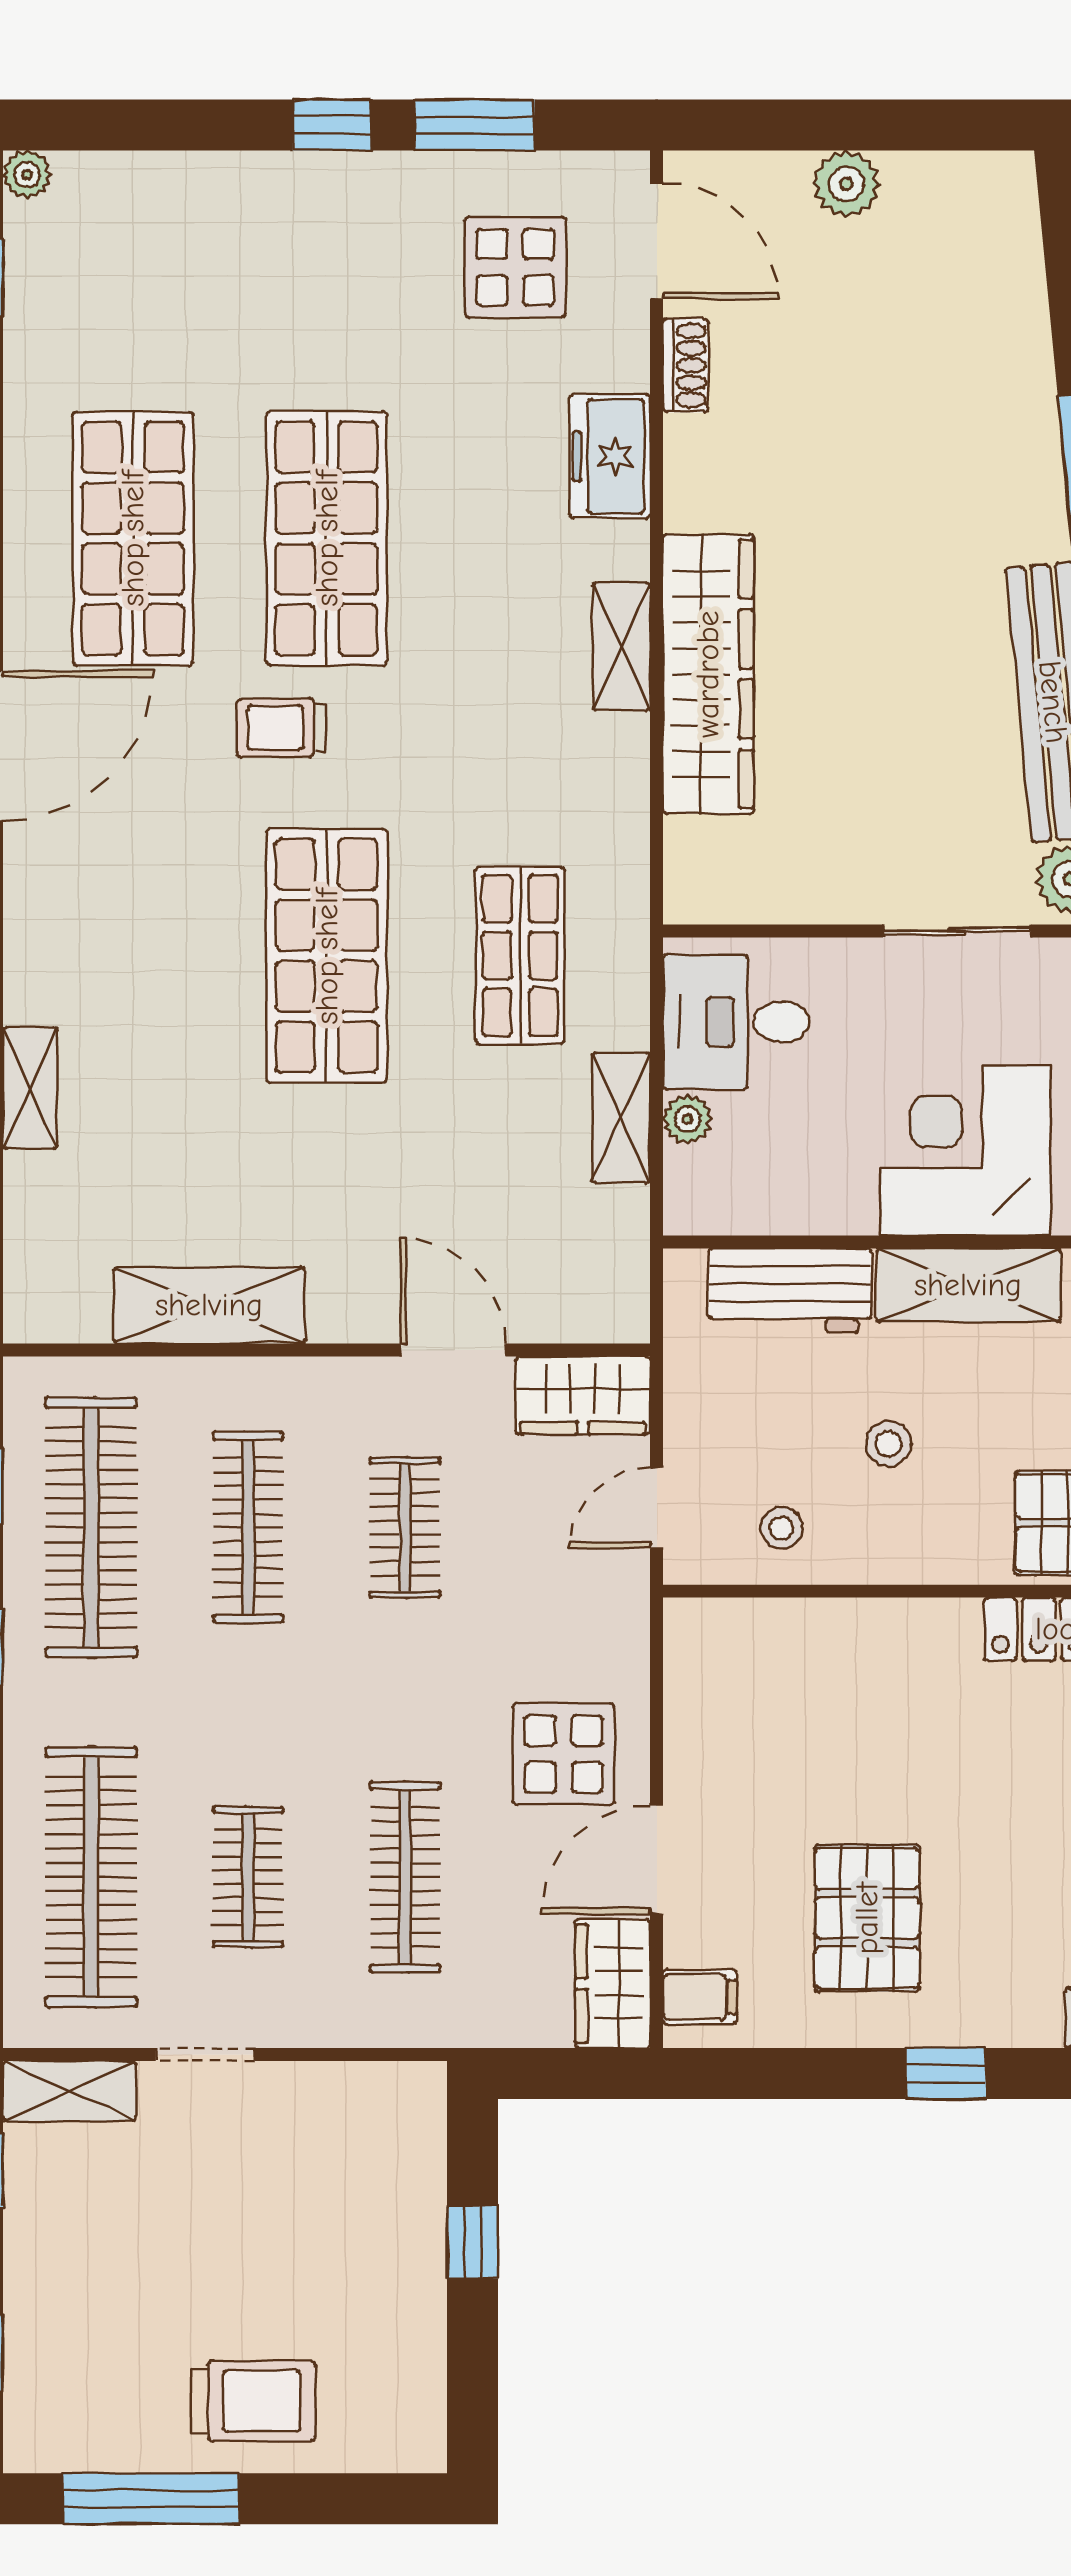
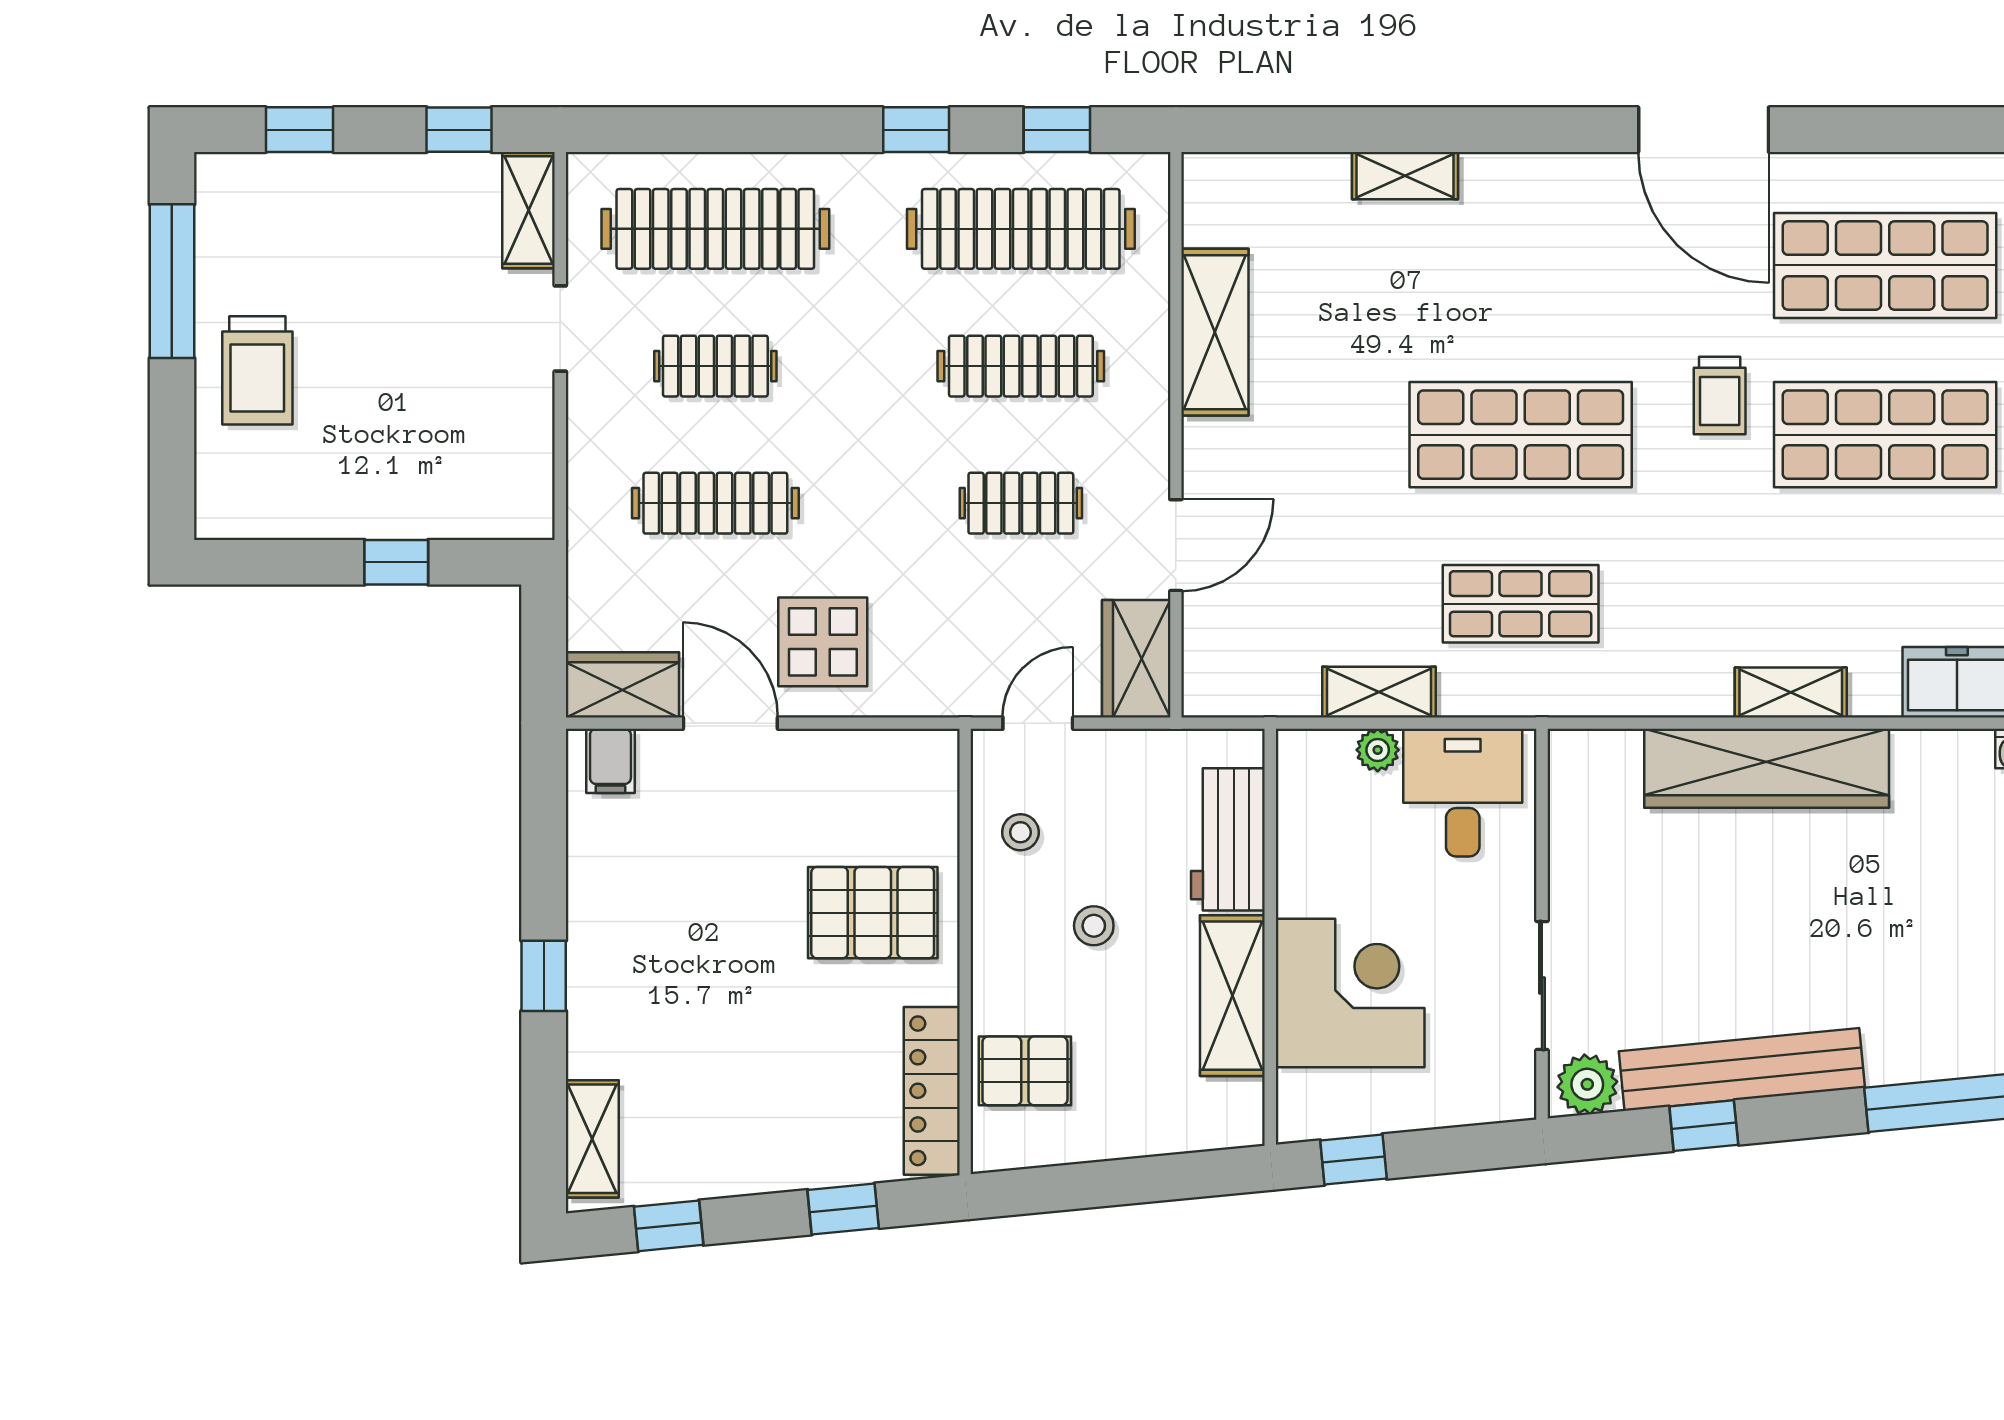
trolley: (282, 728) -> (1720, 396), turned 180
door: (657, 1508) -> (1038, 723), hinge flipped
pallet: (867, 1918) -> (873, 913), moved

